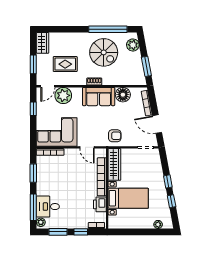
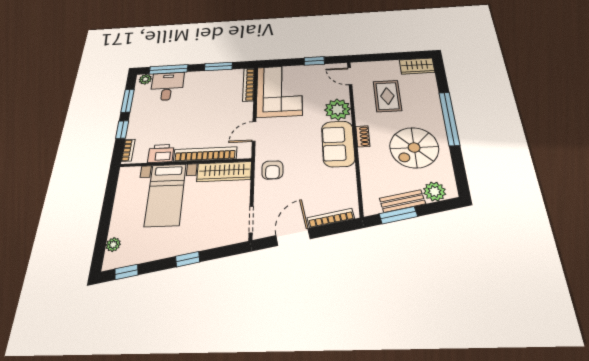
window: (108, 29) -> (449, 118), moved
bench: (138, 63) -> (402, 201), added
window: (33, 64) -> (382, 57), removed
plant: (63, 95) -> (338, 109), moved
floor lamp: (123, 95) -> (344, 179), removed
window: (172, 201) -> (126, 272), moved

